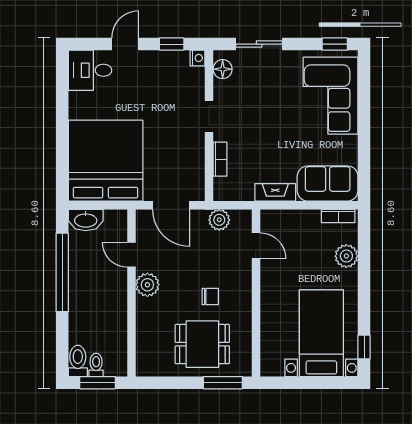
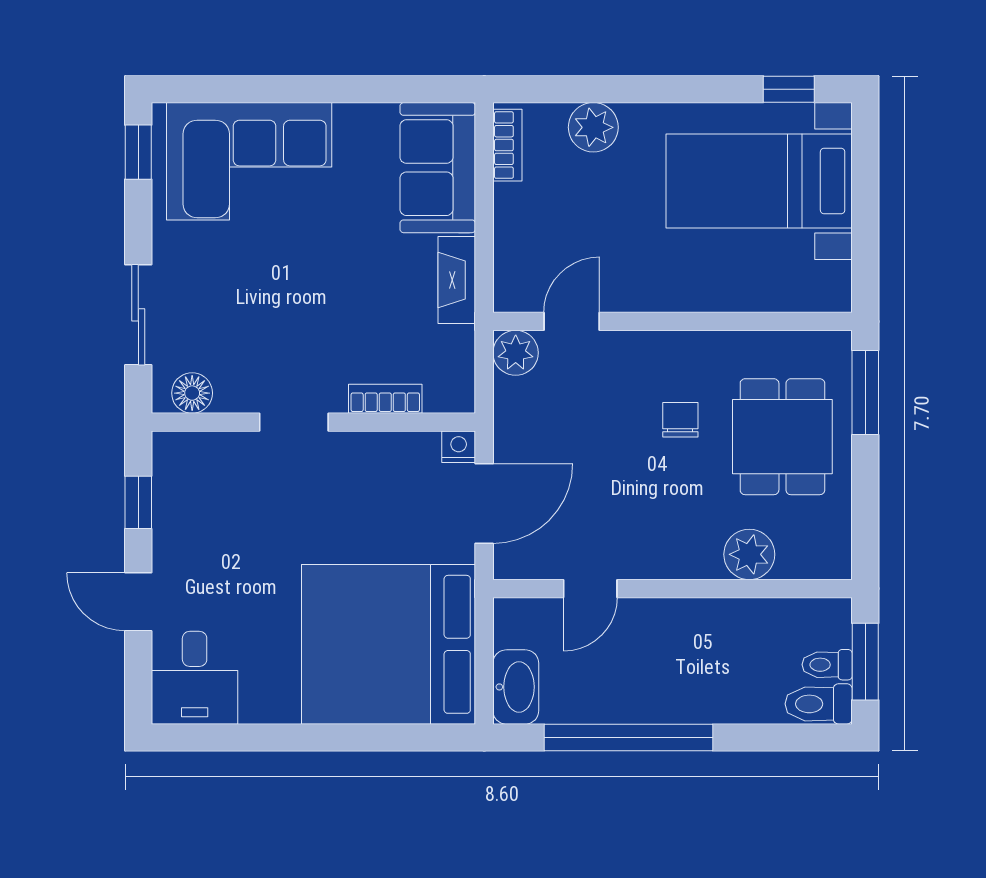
nightstand: (198, 58) -> (459, 447), moved
plant: (219, 220) -> (516, 353), moved
plant: (147, 285) -> (749, 554), moved

